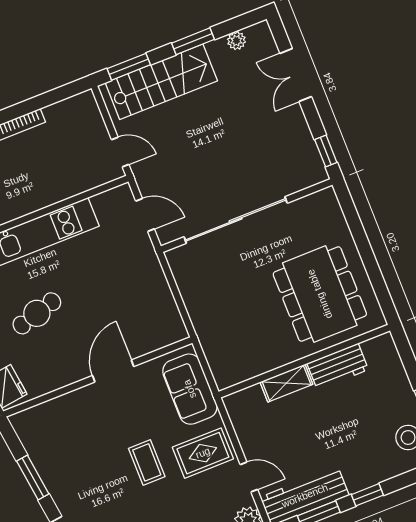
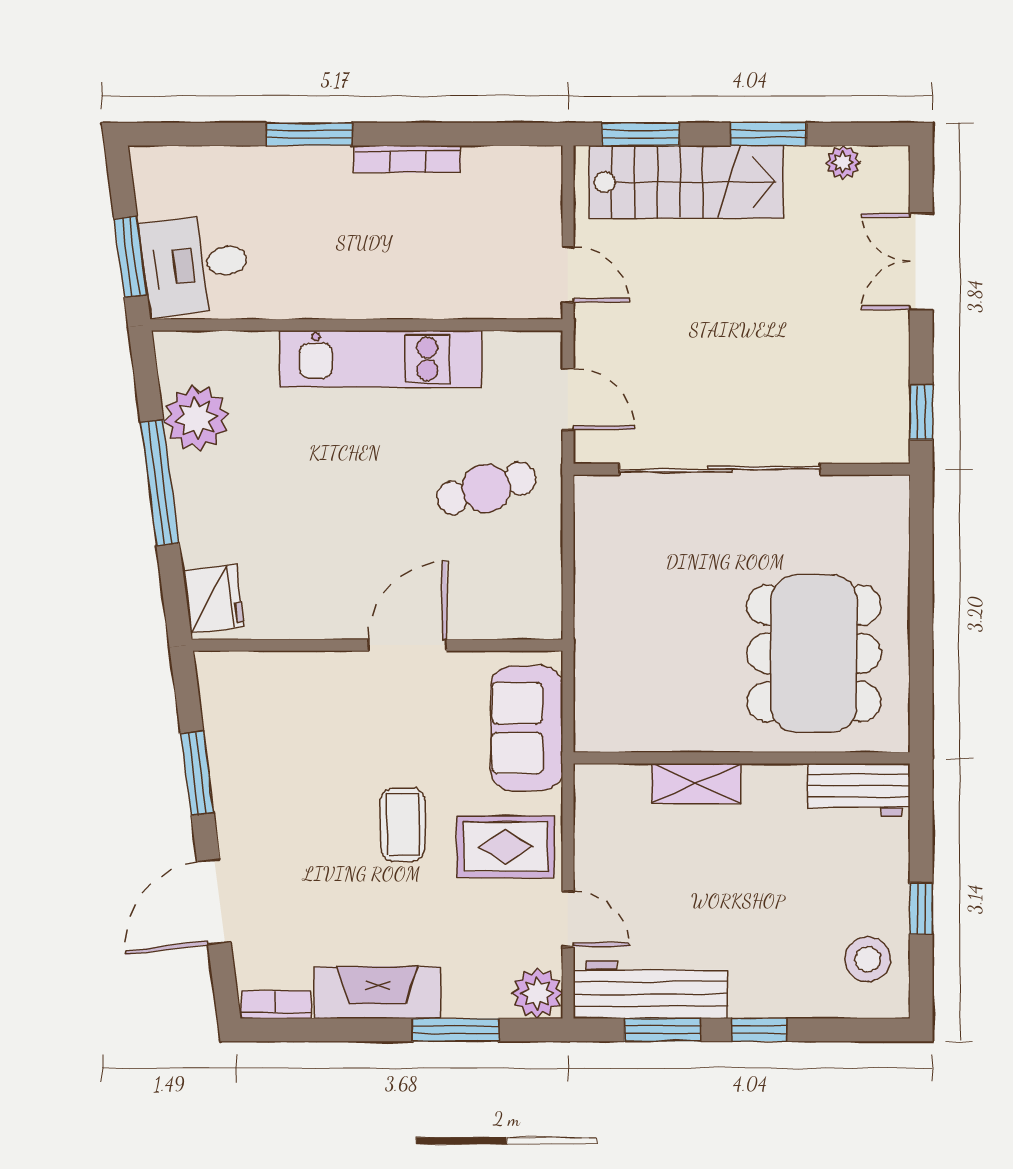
cafe table: (37, 313) -> (486, 488), moved
workbench: (338, 366) -> (859, 790), moved

